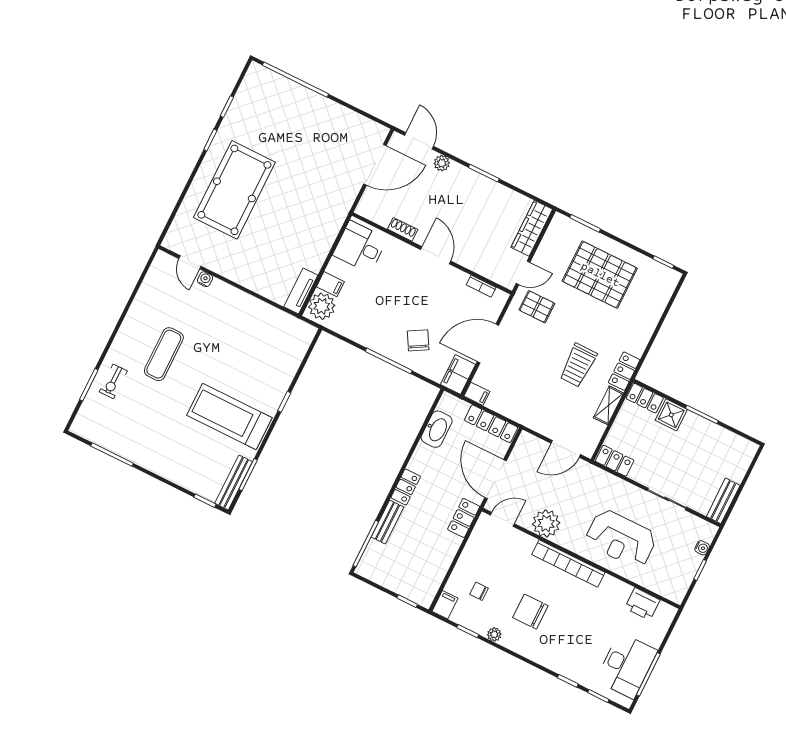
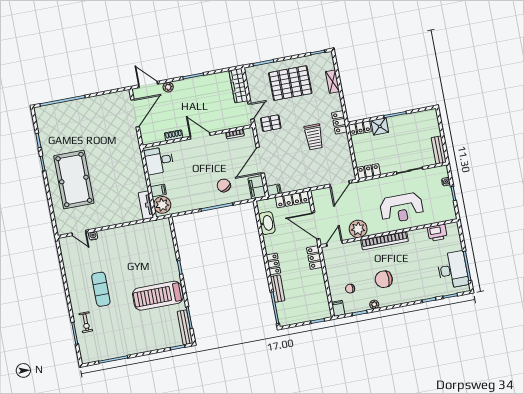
shelving: (609, 405) -> (332, 82), moved

